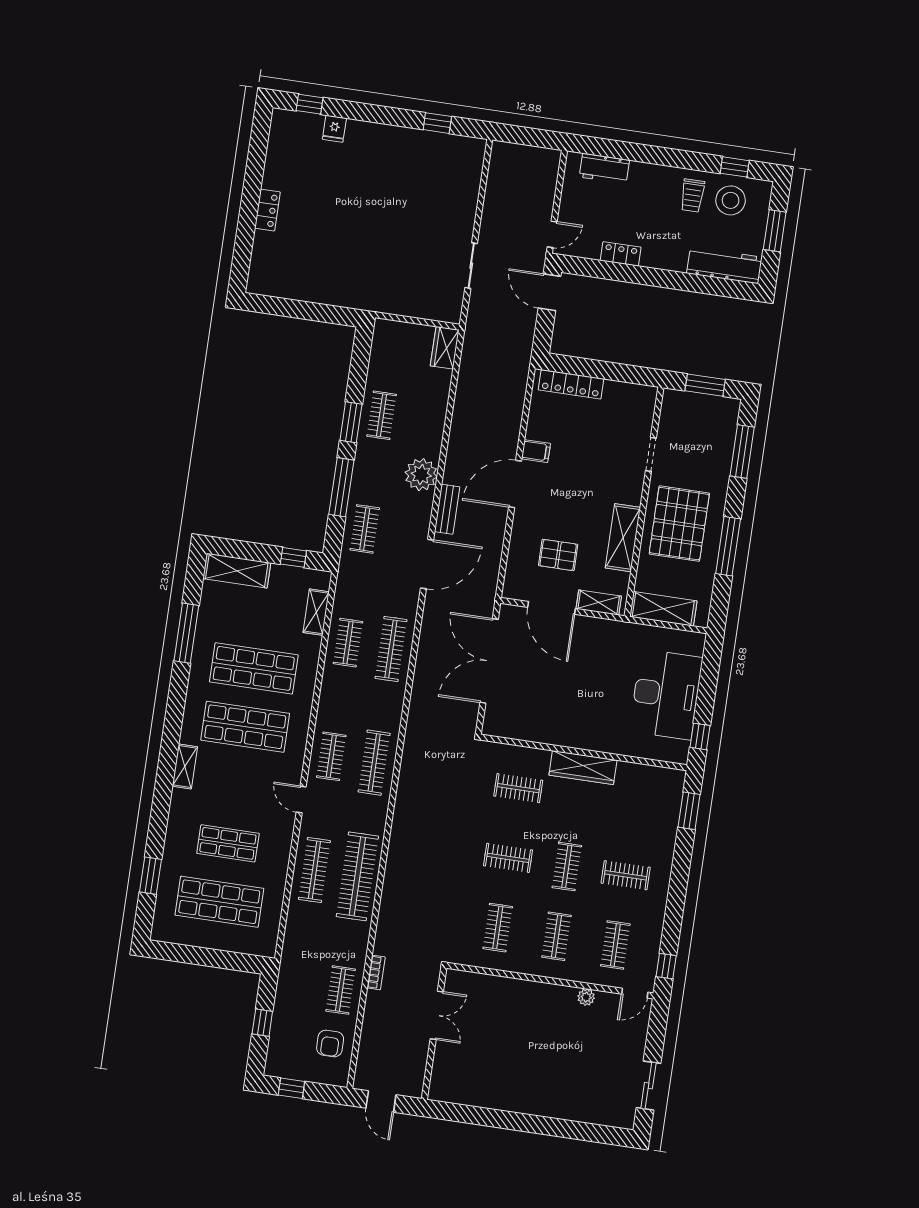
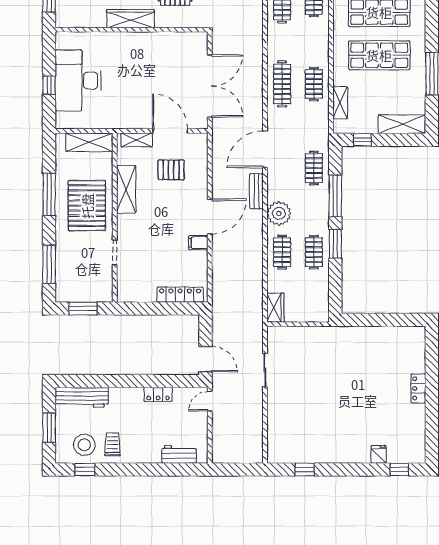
clothes rail: (425, 422) -> (282, 252), added
window: (700, 736) -> (49, 85), moved

